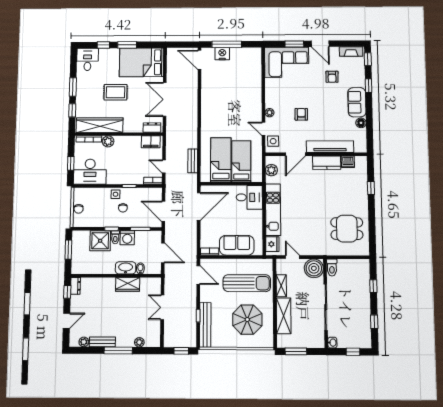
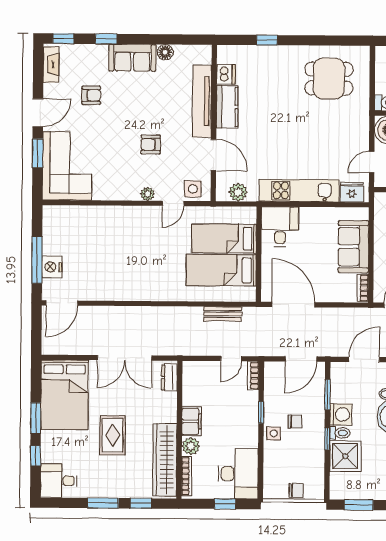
filing cabinet: (151, 142) -> (192, 421), moved
dining table: (347, 229) -> (329, 79), turned 90

